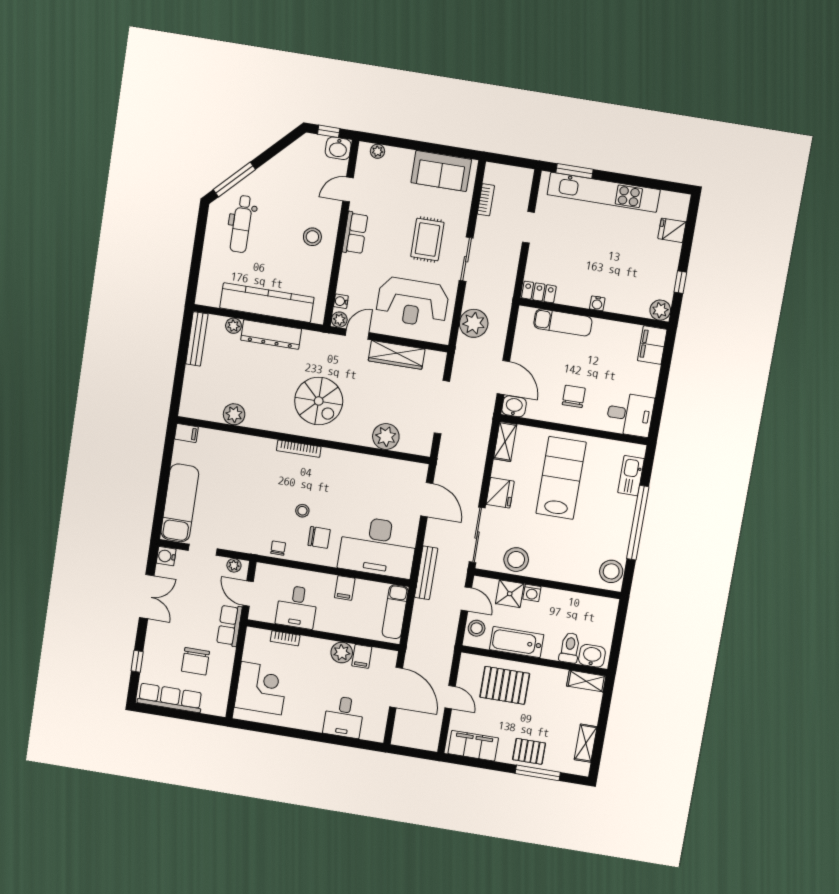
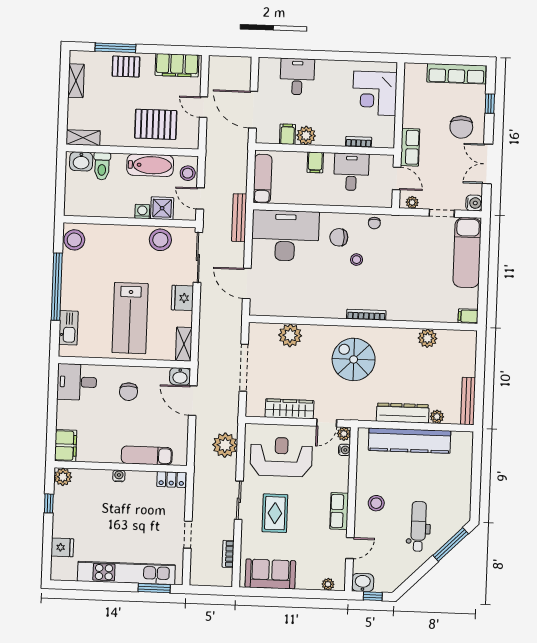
dental chair: (242, 224) -> (418, 526), moved
filing cabinet: (345, 588) -> (315, 162), moved, turned 180
chair: (195, 661) -> (461, 127), moved, turned 180

